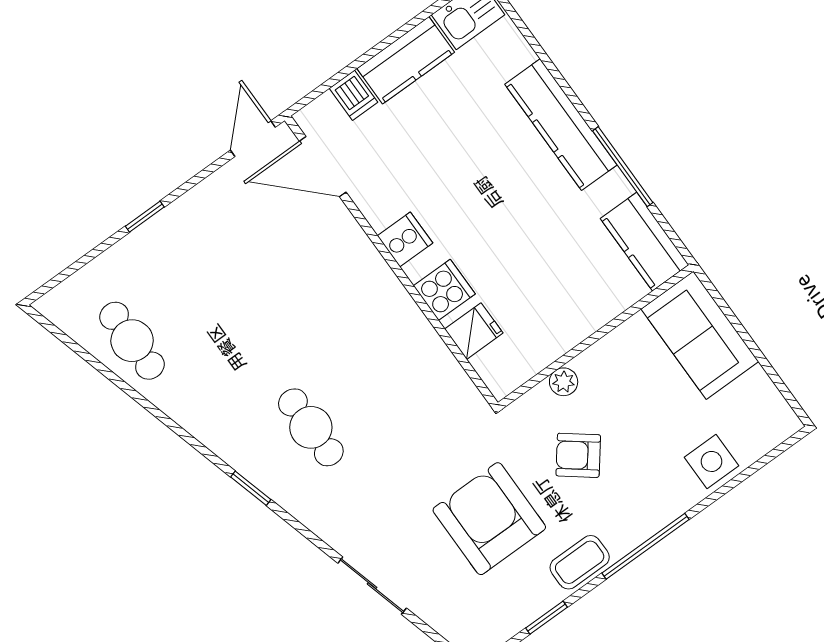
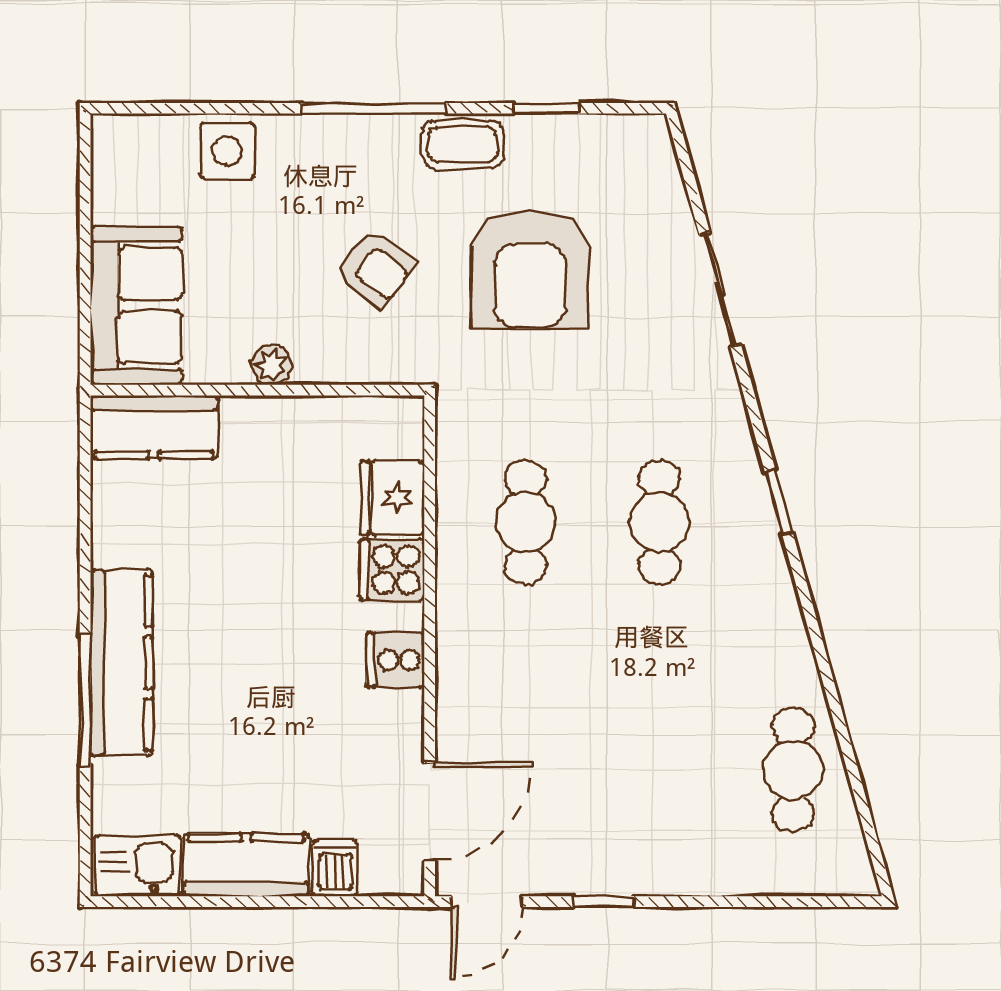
door: (323, 167) -> (430, 812), hinge flipped
window: (623, 167) -> (85, 700), moved
window: (145, 217) -> (604, 902), moved
kitchen counter: (645, 242) -> (154, 427), moved, turned 90
fridge: (474, 331) -> (392, 498), width x1.38
cafe table: (387, 372) -> (526, 522), added
plant: (564, 382) -> (271, 365), moved

